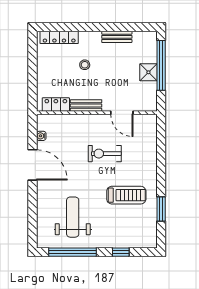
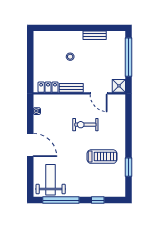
locker: (59, 37) -> (51, 36), removed
shower: (148, 72) -> (119, 86), moved
door: (32, 165) -> (30, 145), moved
weight bench: (73, 217) -> (51, 180), moved

